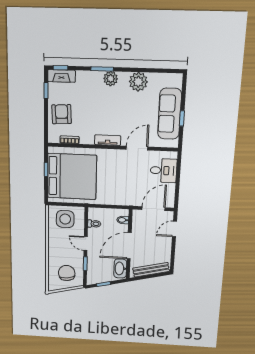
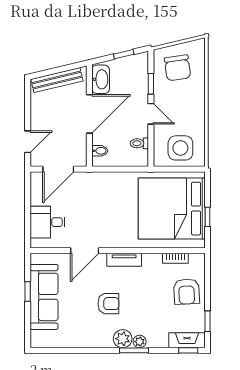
plant: (138, 82) -> (140, 342), moved, width x0.53, depth x0.53
armchair: (121, 107) -> (108, 304), added

